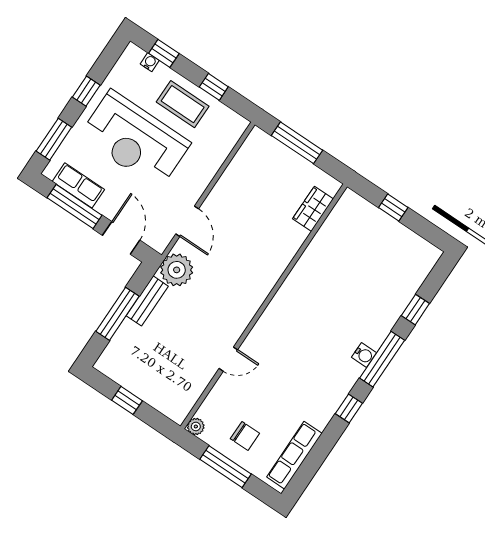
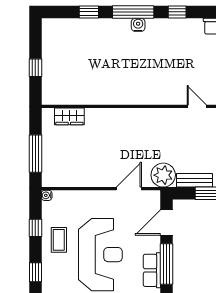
water cooler: (150, 62) -> (47, 195), moved
coffee table: (183, 104) -> (59, 240), width x0.73, depth x0.77

